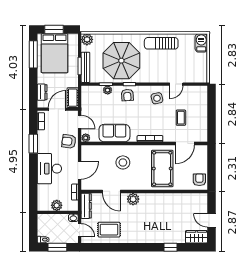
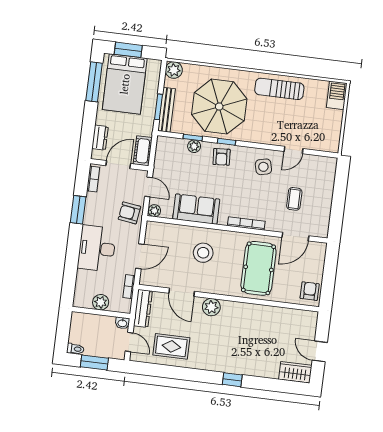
window: (171, 247) -> (232, 380), moved

